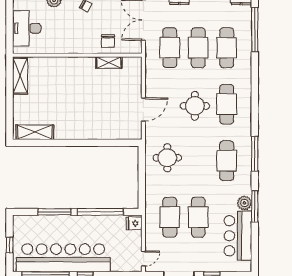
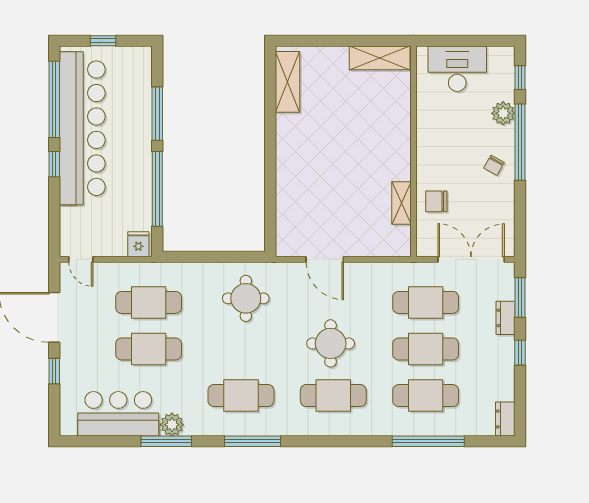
window: (255, 30) -> (428, 441), moved

